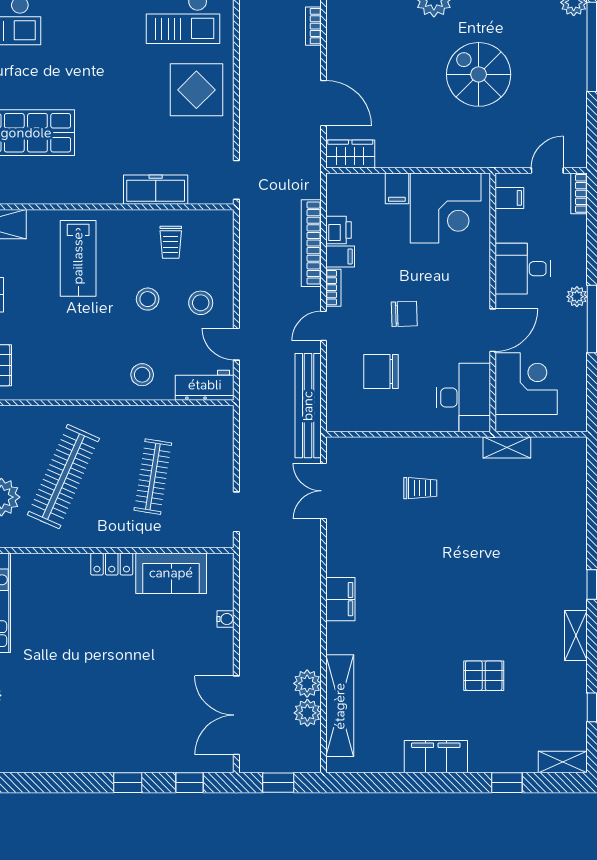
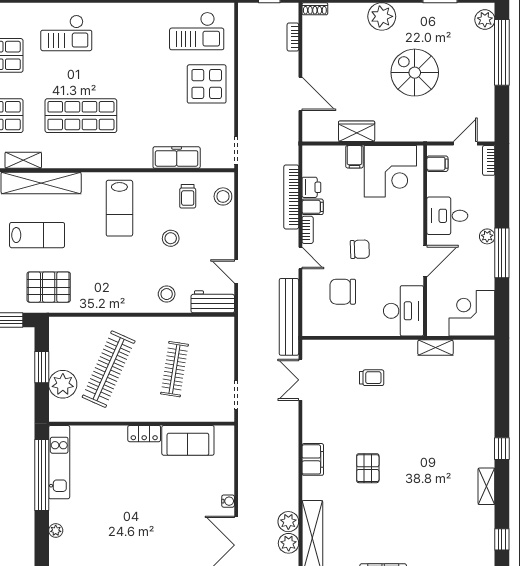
wardrobe: (350, 154) -> (357, 131), moved
stool: (201, 303) -> (223, 196), moved
door: (323, 326) -> (300, 258), swing flipped
corner desk: (526, 384) -> (472, 313), moved, turned -90
water cooler: (226, 619) -> (228, 501), moved
pallet: (484, 676) -> (368, 468), moved, turned 90

